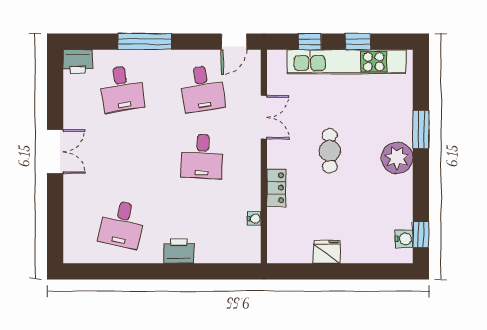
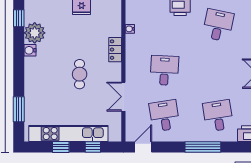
window: (421, 130) -> (19, 109), moved
plant: (397, 158) -> (35, 33), moved
water cooler: (404, 239) -> (30, 50), moved

